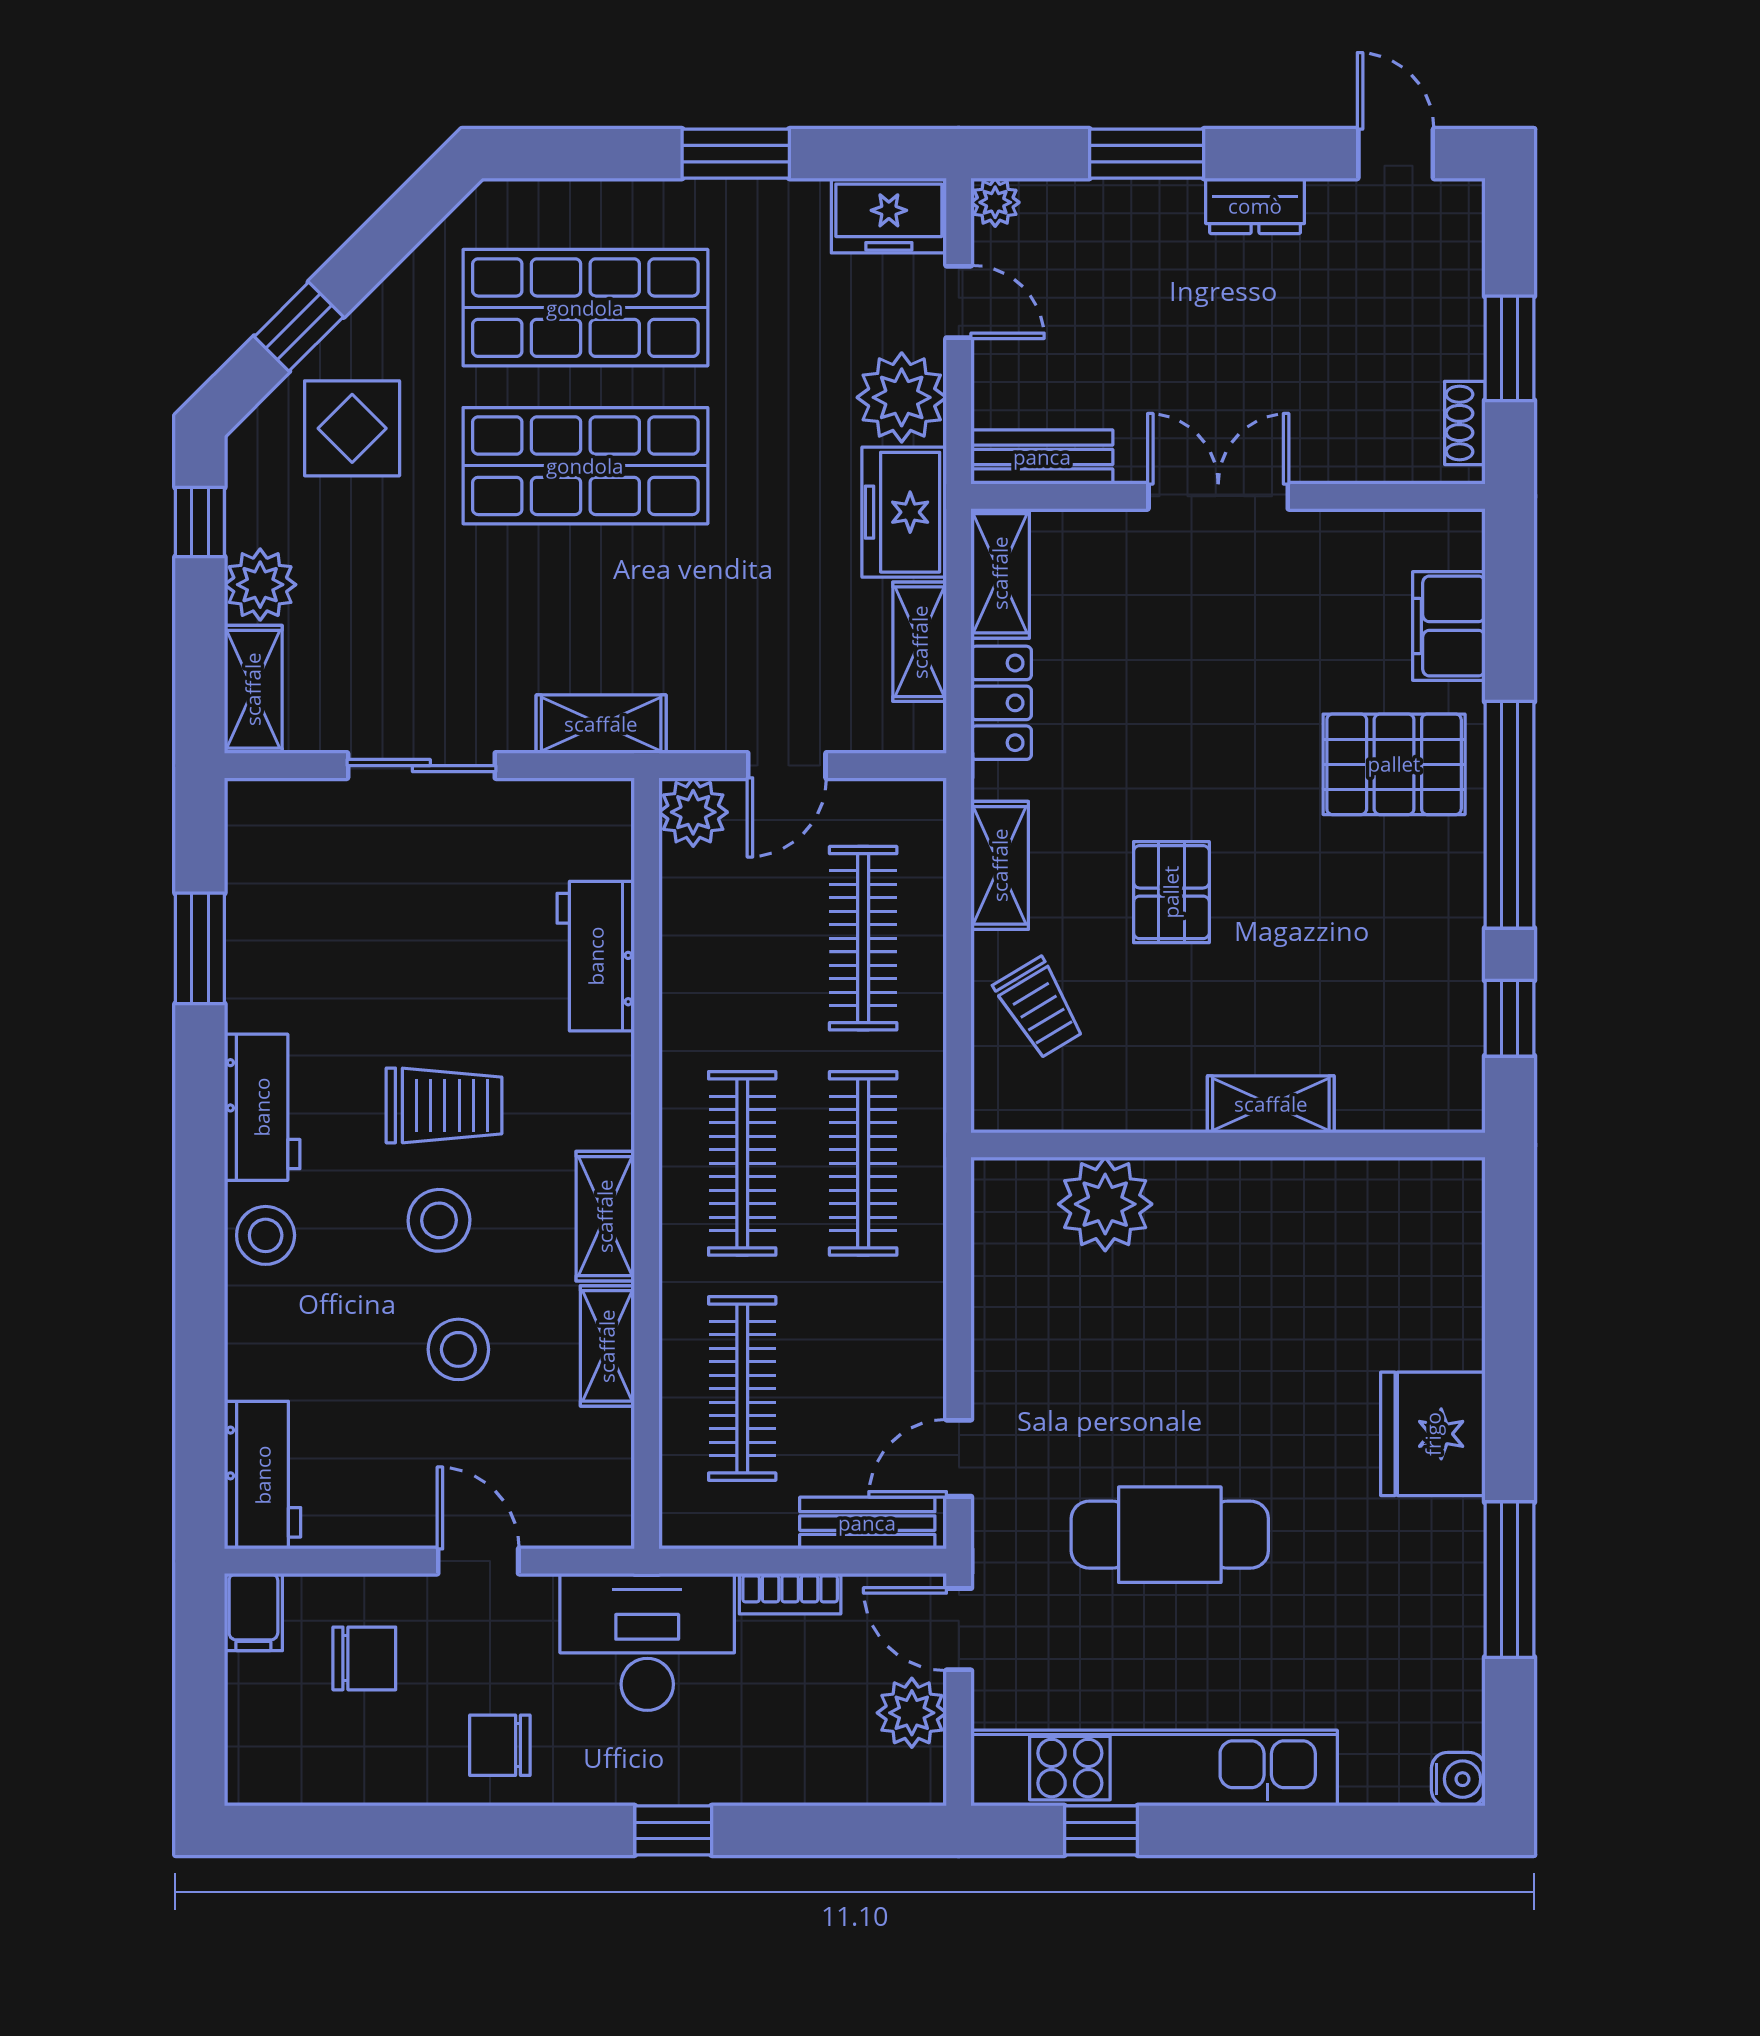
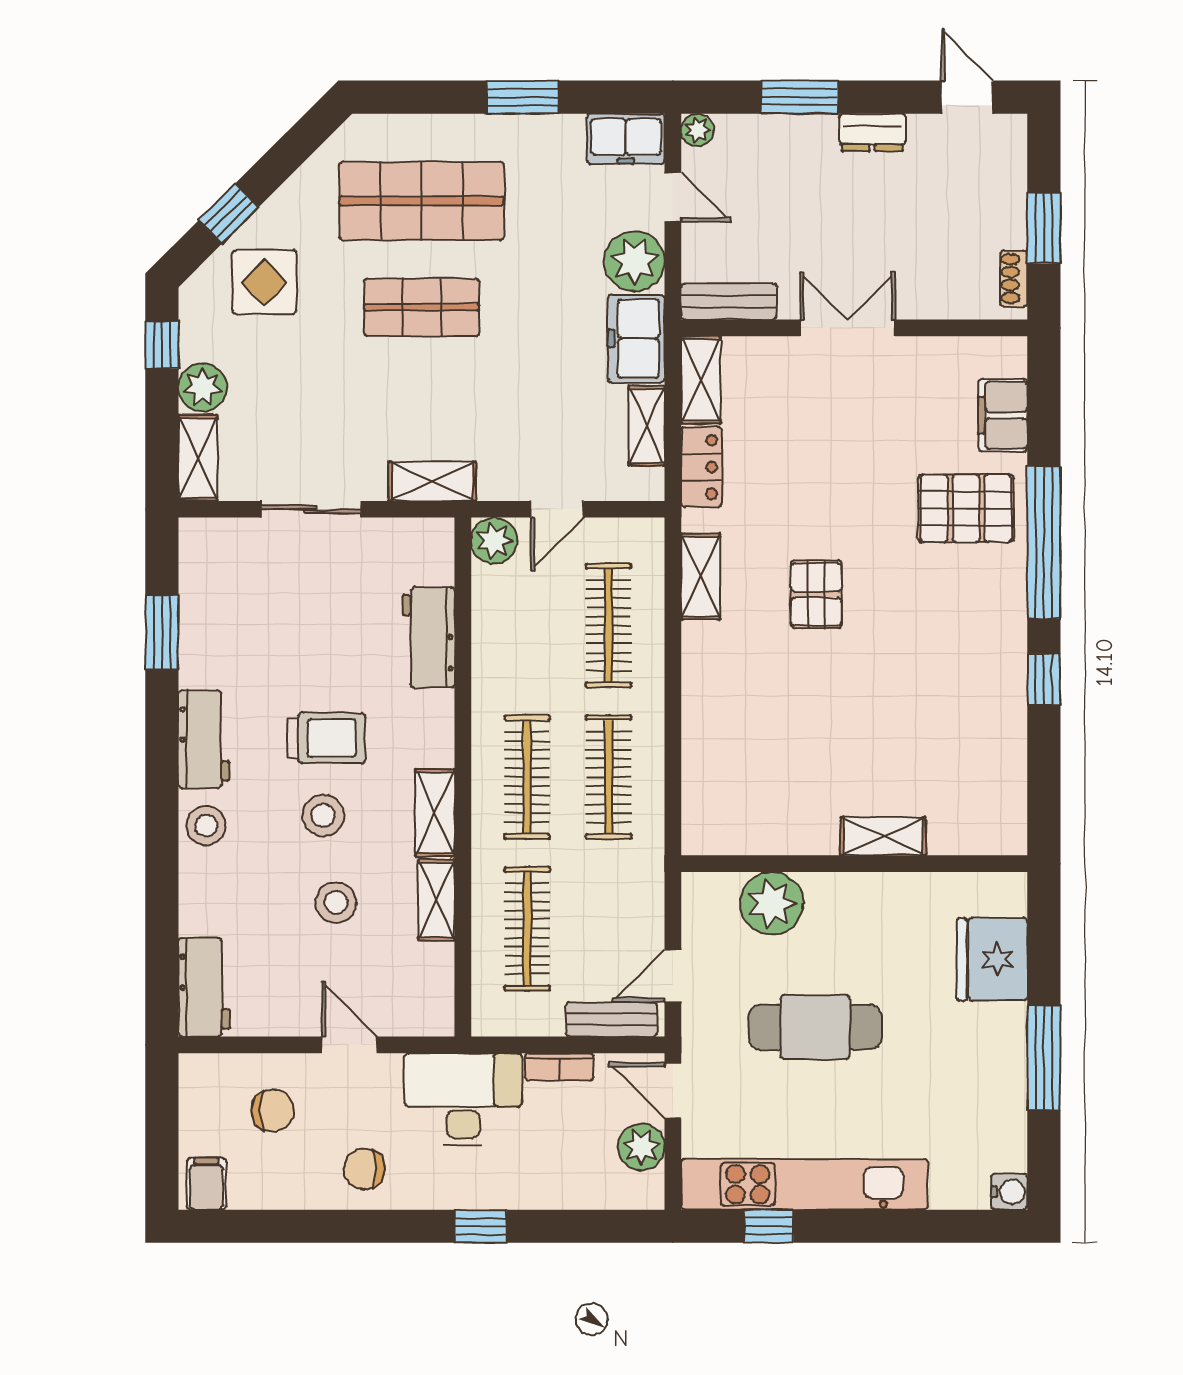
shop shelf: (585, 466) -> (422, 307), width x0.70, depth x0.74
trolley: (1039, 1008) -> (727, 672), removed
shelving: (1271, 1104) -> (883, 836), moved
wall: (1228, 1145) -> (854, 864), moved
plant: (1105, 1204) -> (772, 903), moved
filing cabinet: (253, 1612) -> (206, 1184), moved, turned 180

